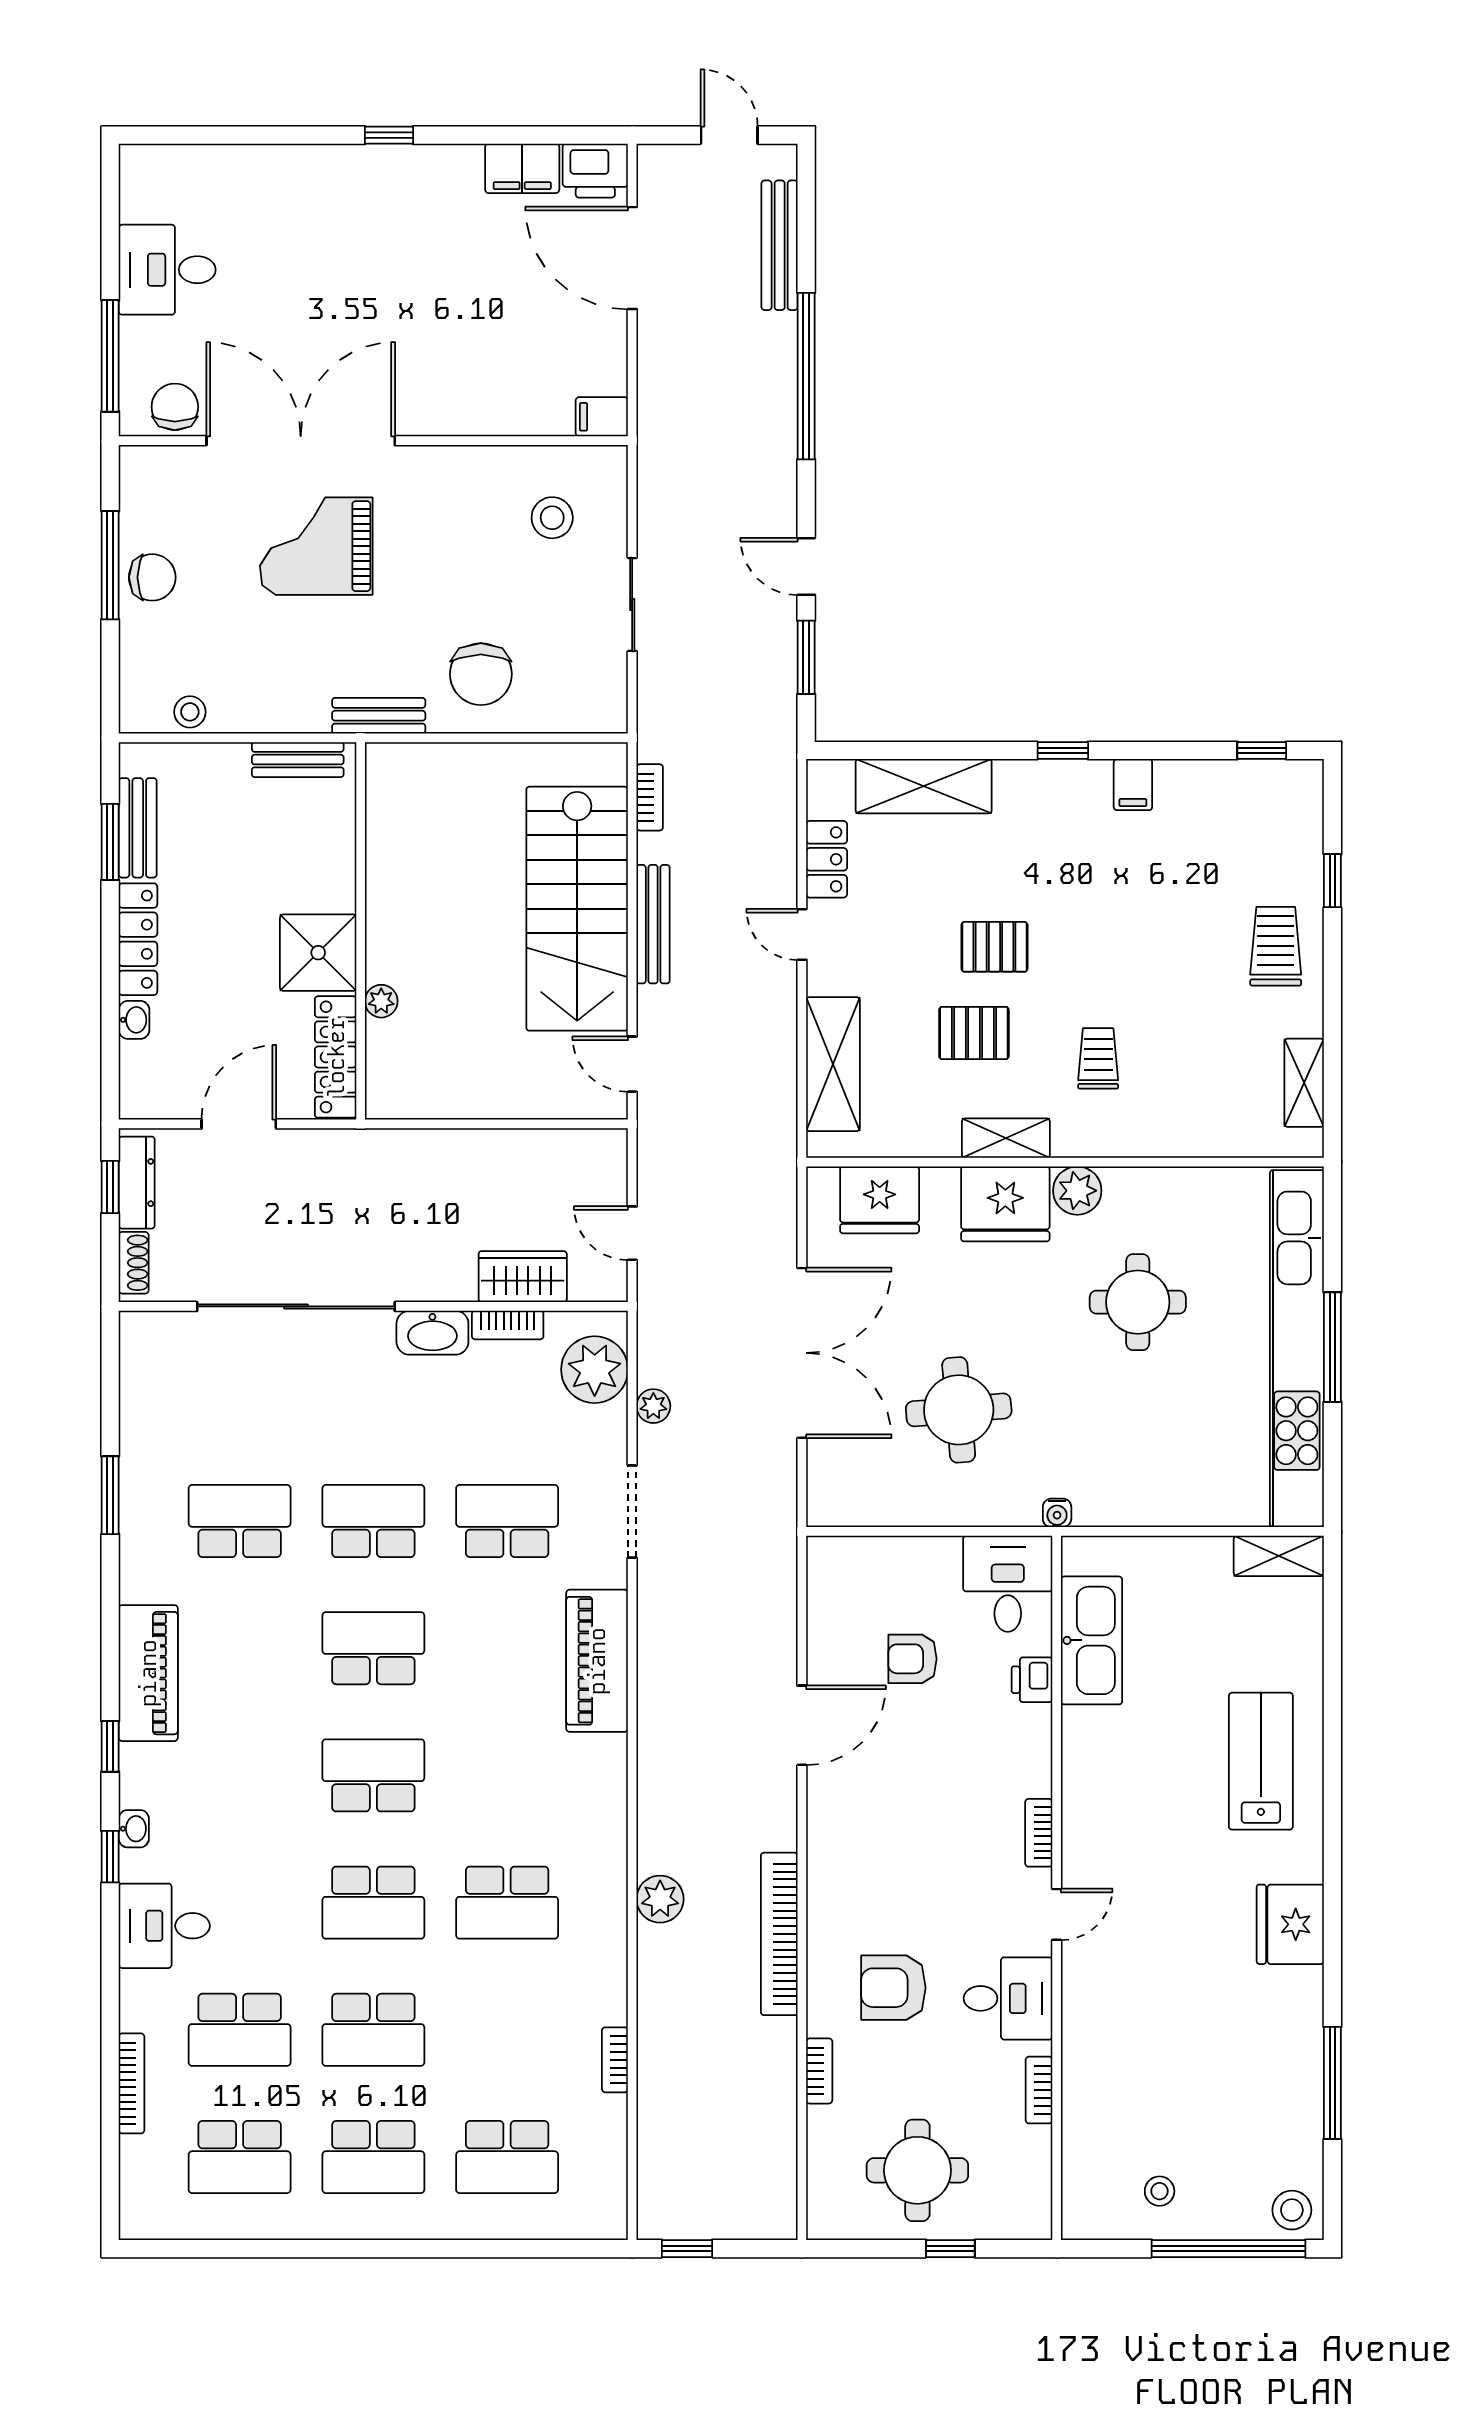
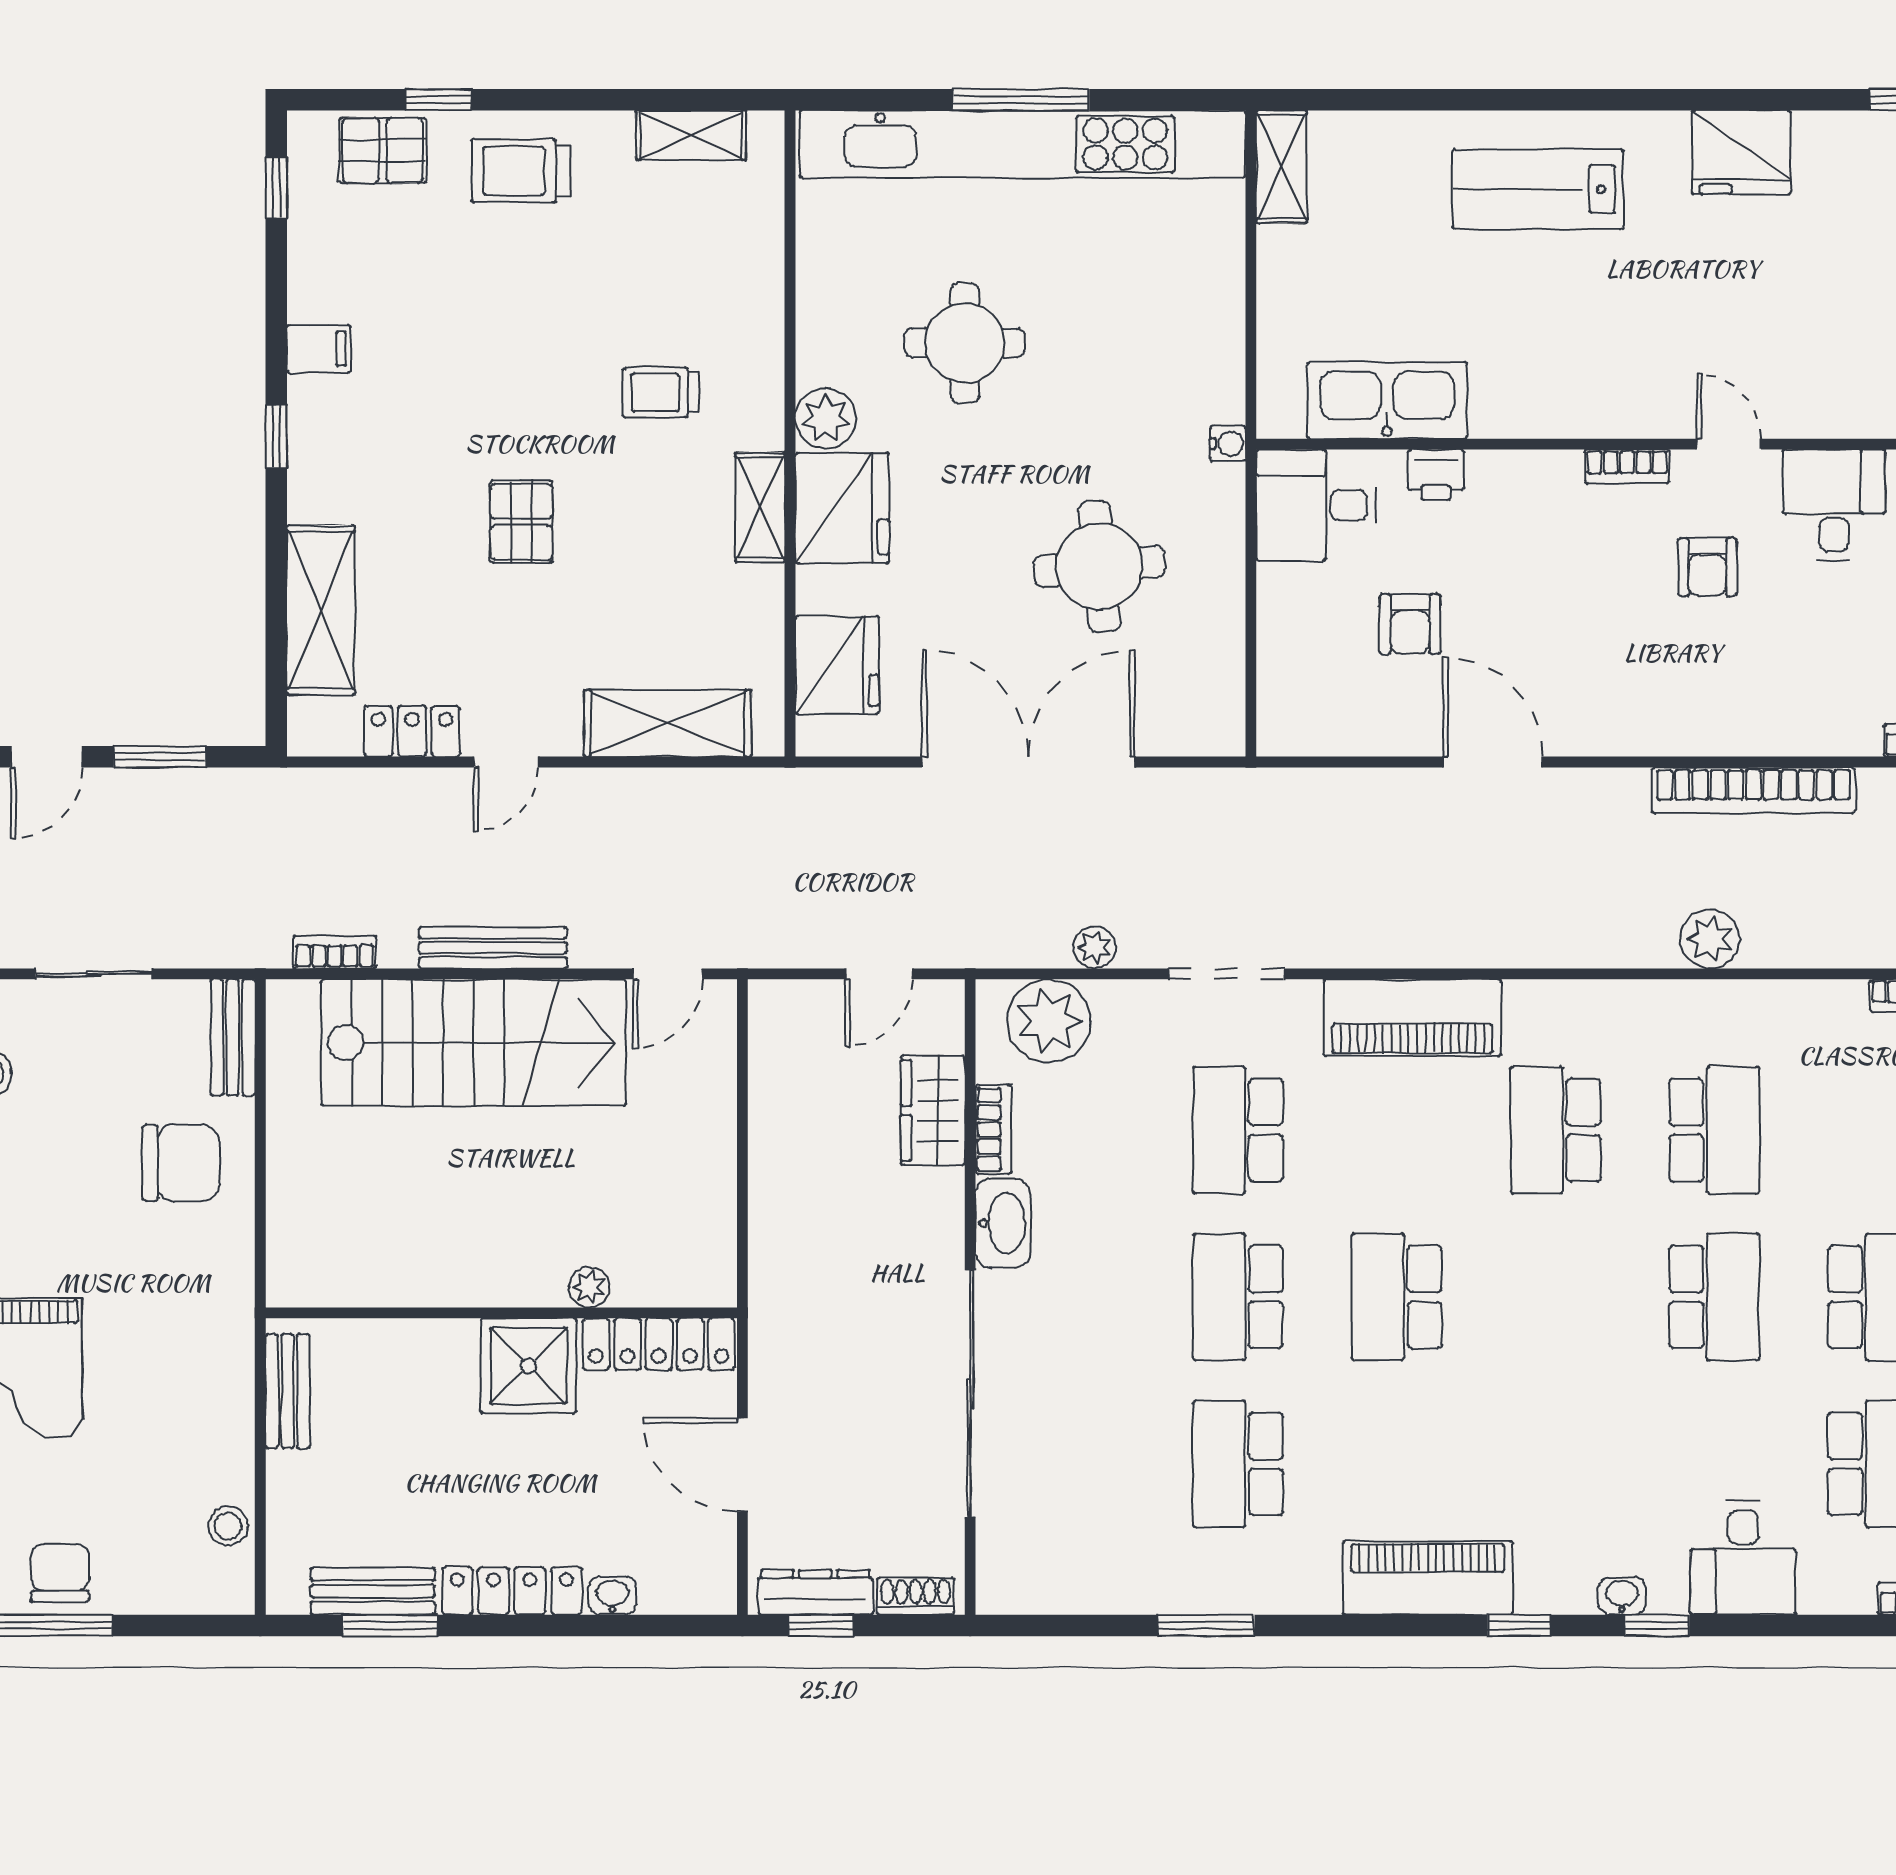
bench: (379, 716) -> (233, 1037), moved
pallet: (974, 1033) -> (383, 151), moved, turned 90
school desk: (373, 1775) -> (1555, 1130), moved
armchair: (893, 1988) -> (1707, 567), moved, width x0.72, depth x0.72

